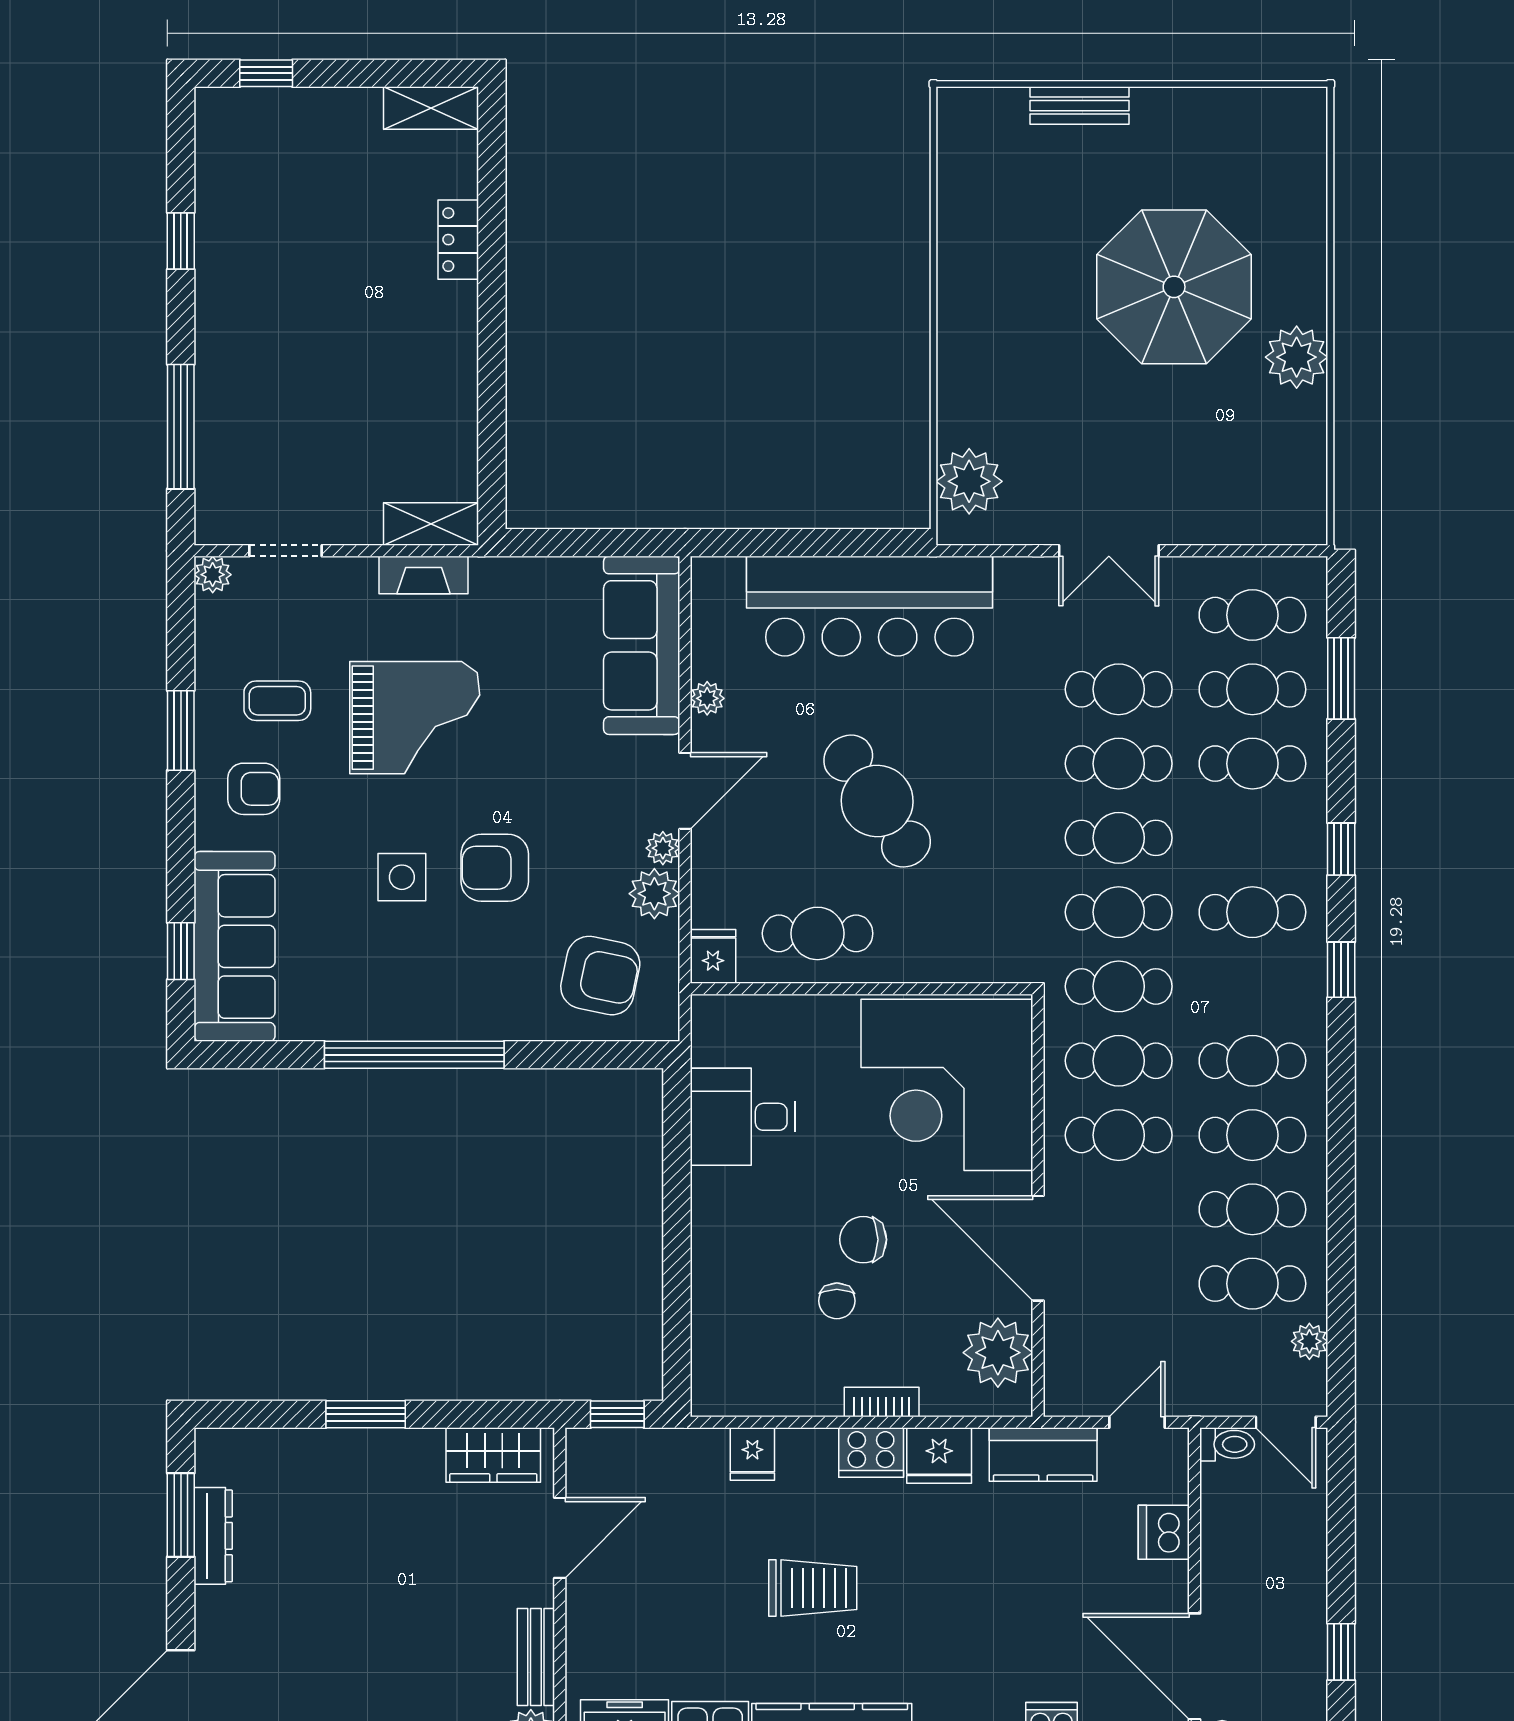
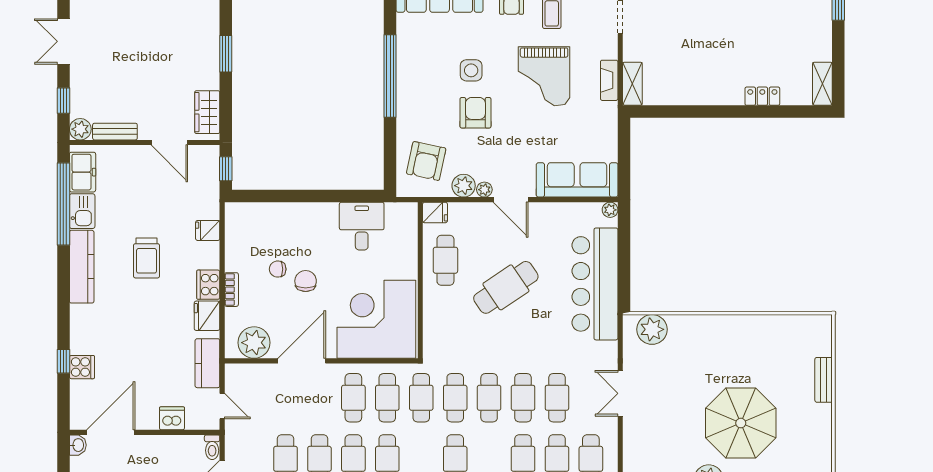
plant: (707, 698) -> (610, 210), moved

